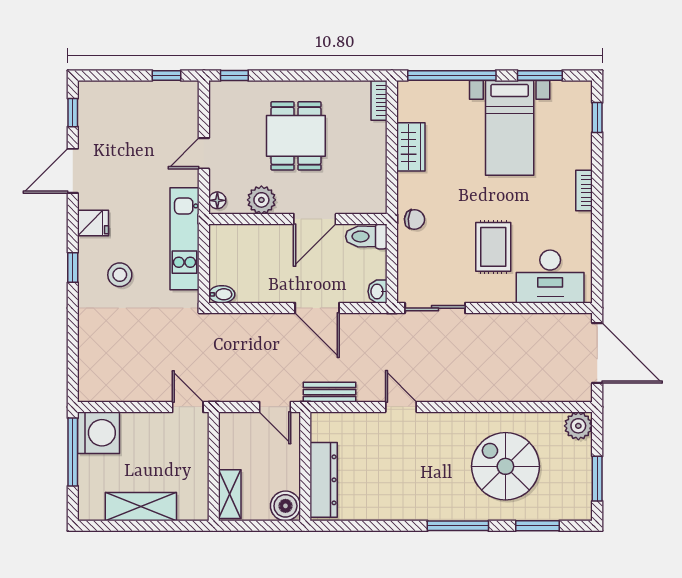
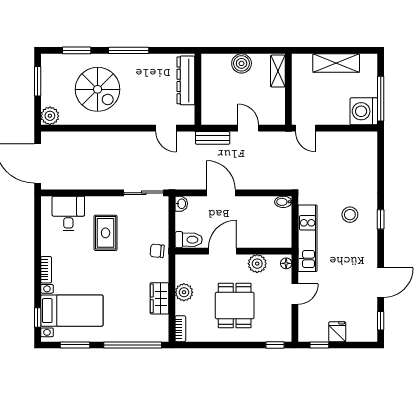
bed with nightstands: (510, 128) -> (72, 311), moved, turned 90
plant: (373, 156) -> (184, 292), added
fridge: (93, 223) -> (337, 332), moved, turned 90
desk: (550, 277) -> (68, 213), width x0.73
wall: (305, 466) -> (198, 89), moved
dresser: (324, 480) -> (186, 80), moved

